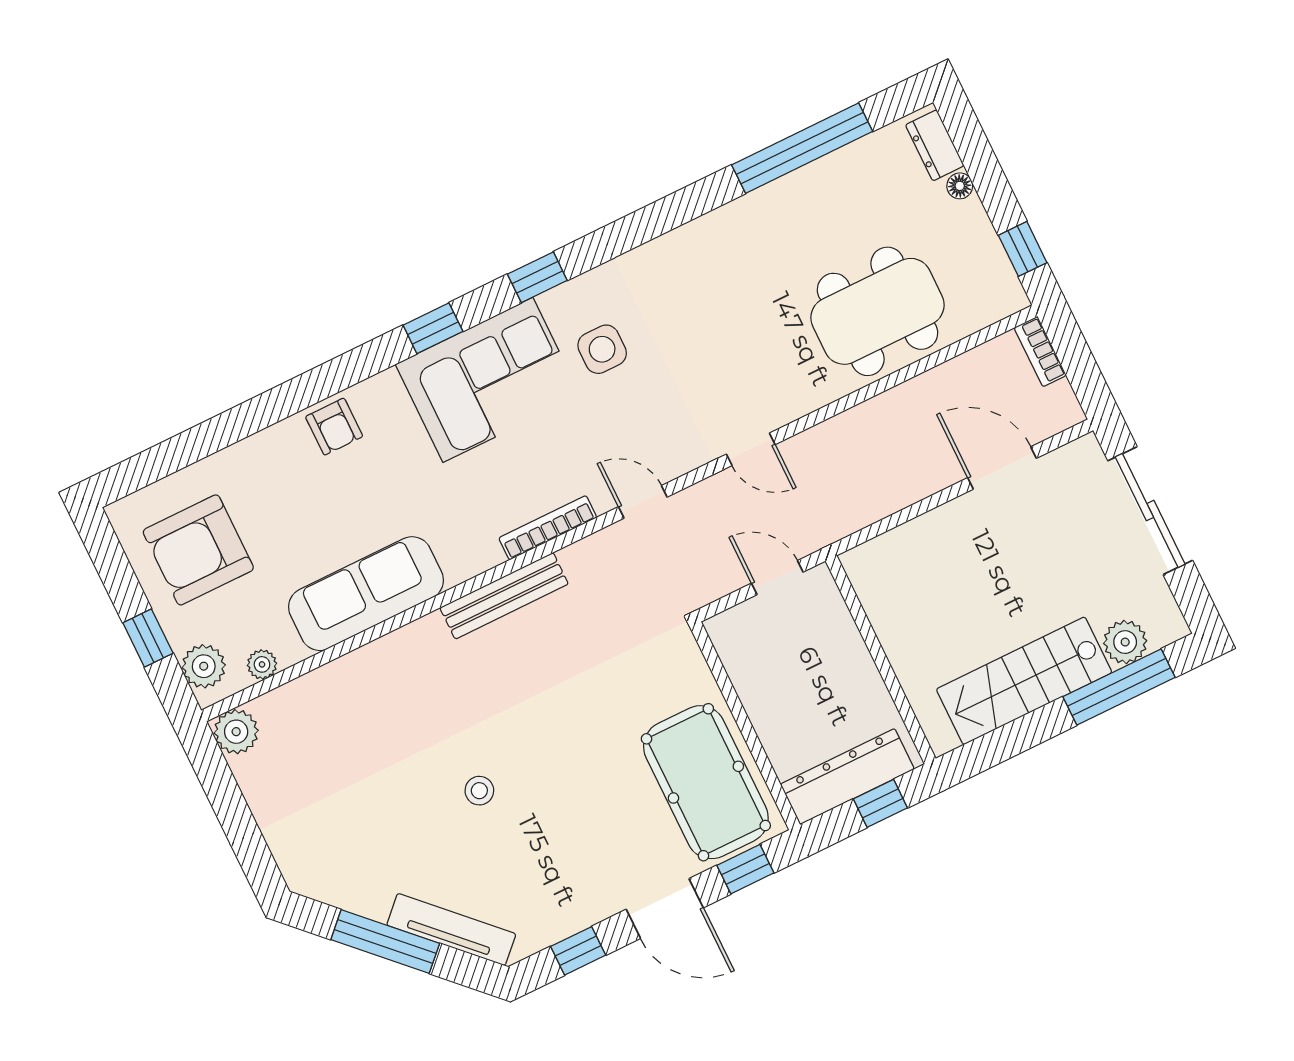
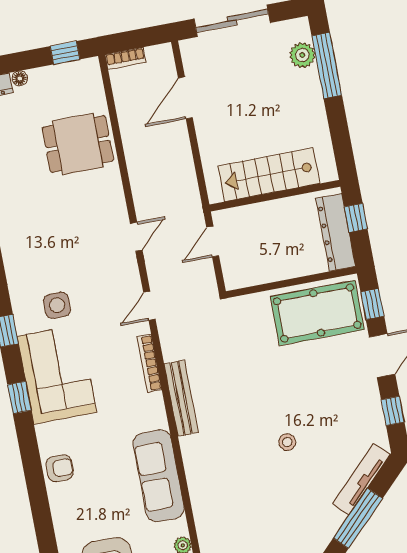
dining table: (878, 311) -> (78, 144), width x0.73
stairs: (1024, 681) -> (269, 175), moved, turned 90

